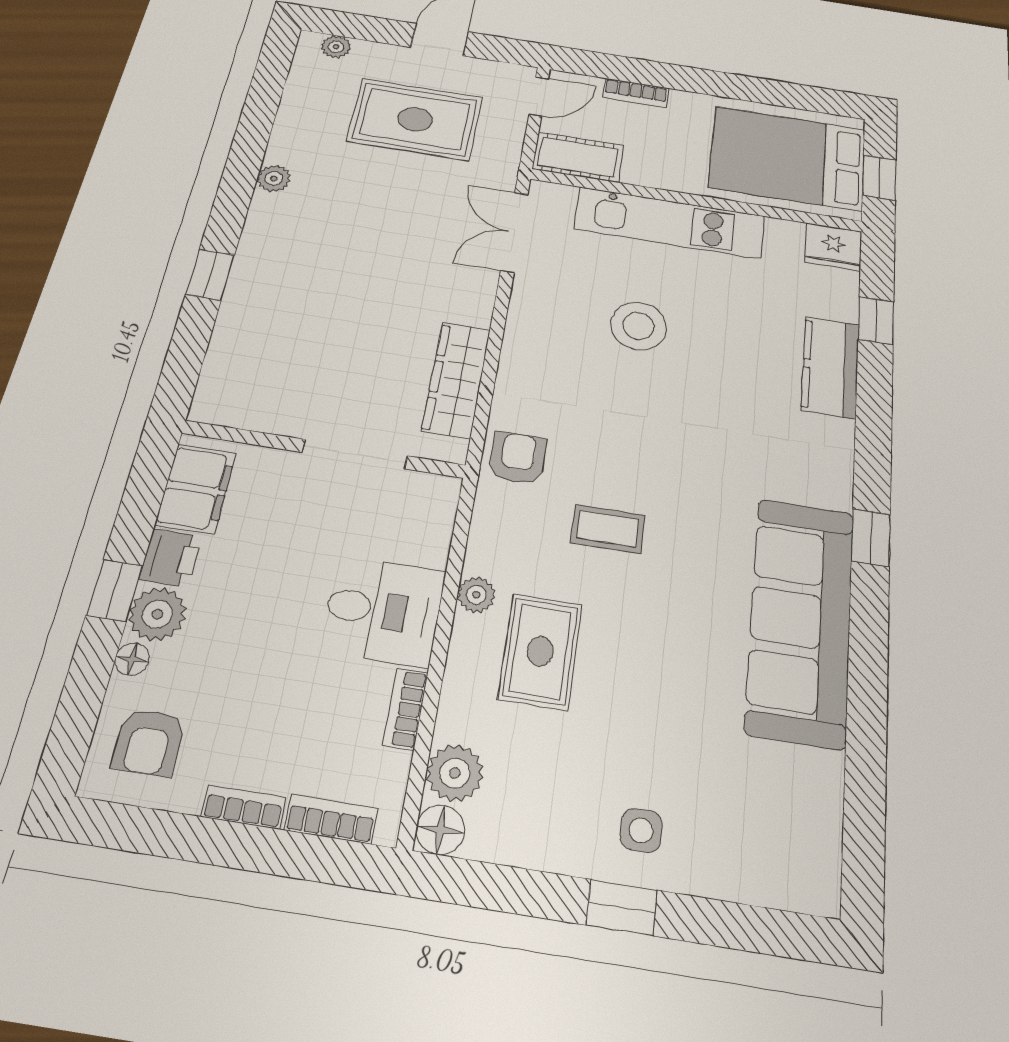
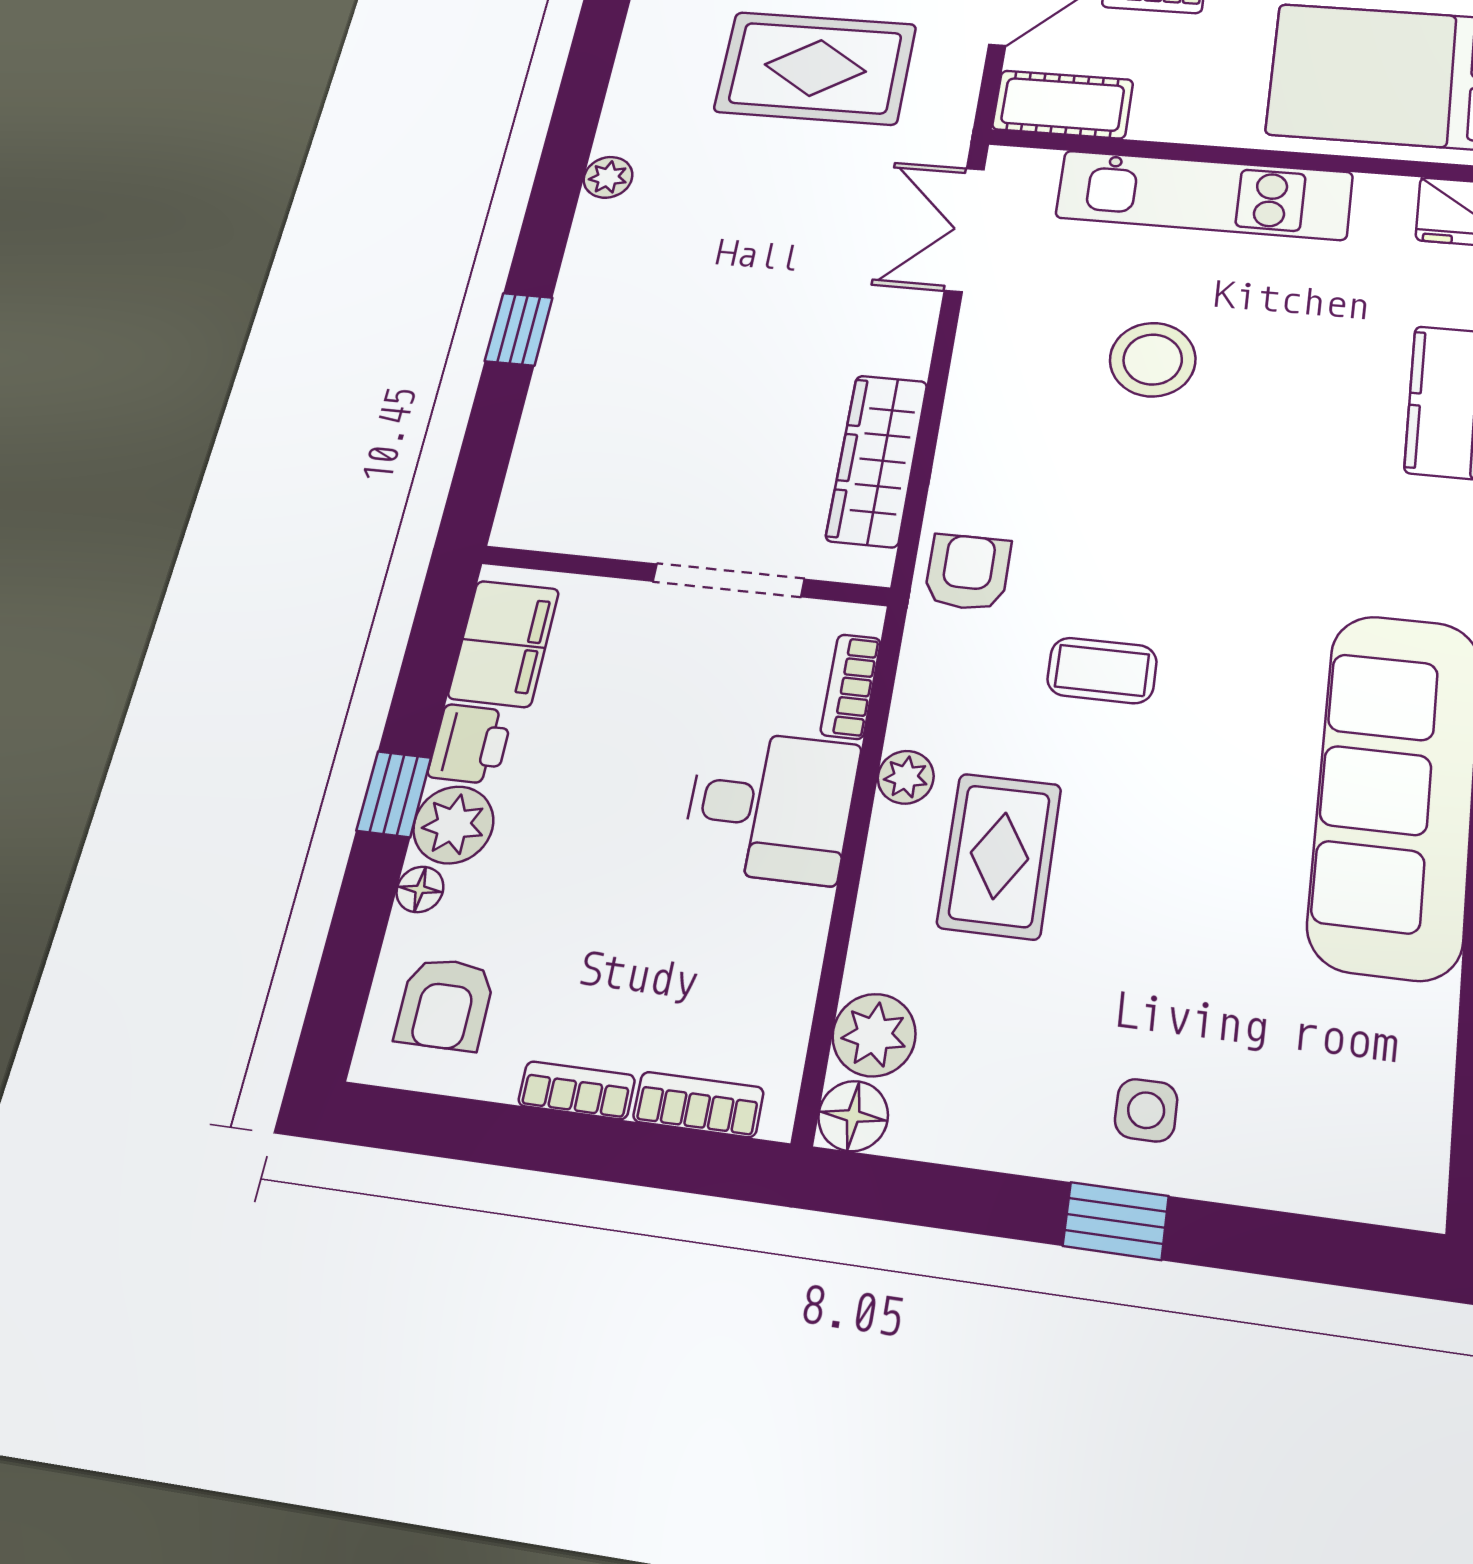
bookcase: (405, 709) -> (851, 686), moved

